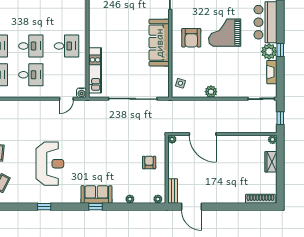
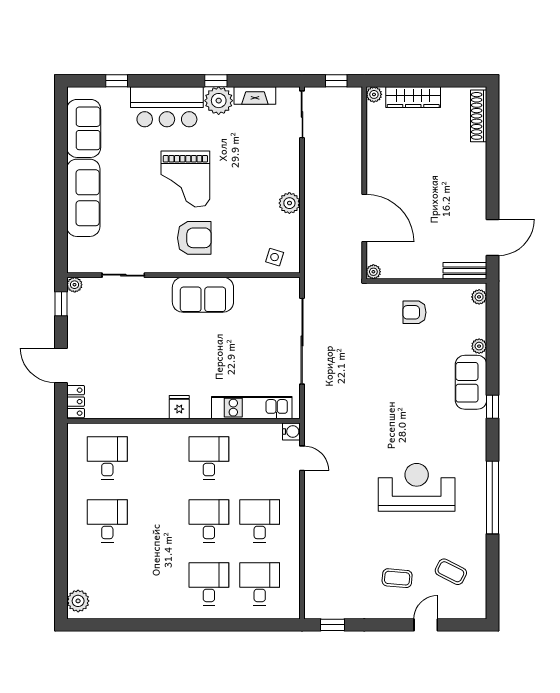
fridge: (95, 29) -> (179, 407), added
sofa: (159, 43) -> (203, 295), width x0.73
door: (203, 134) -> (364, 218), hinge flipped
wardrobe: (271, 162) -> (413, 97), width x1.50
sofa: (96, 195) -> (471, 382), moved
window: (44, 207) -> (492, 498), width x3.17

